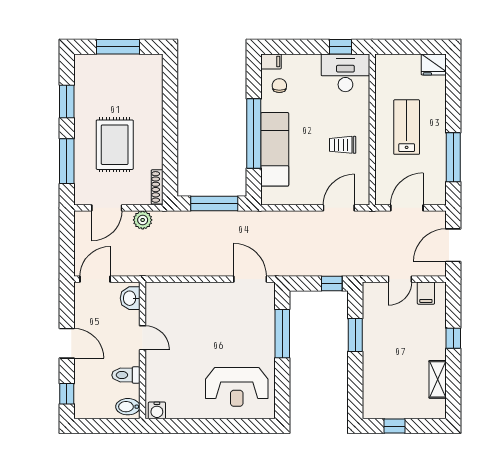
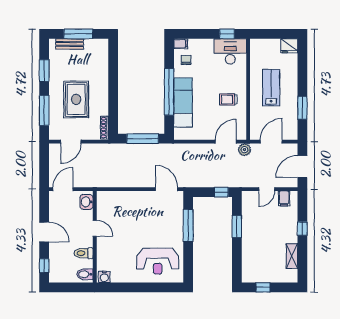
bench: (105, 62) -> (70, 44), added
window: (453, 157) -> (302, 108), width x0.69
plant: (143, 220) -> (245, 150), moved

